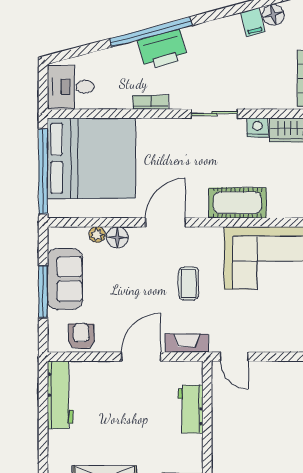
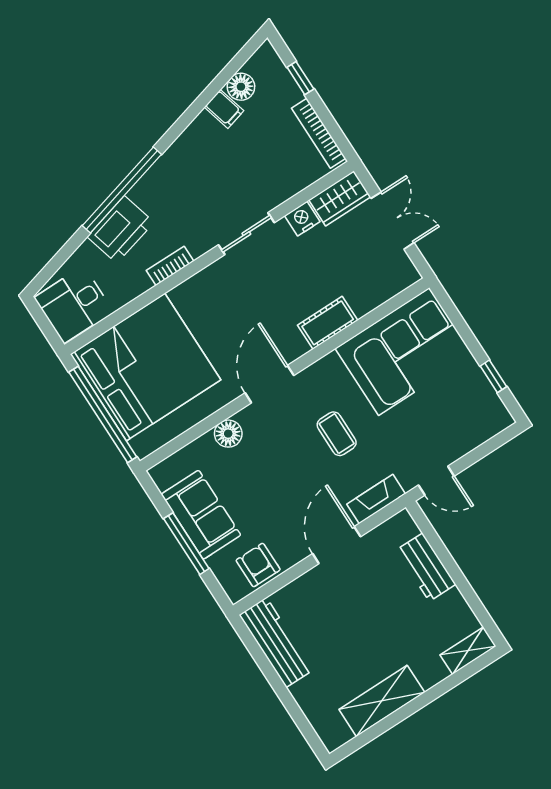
printer: (163, 50) -> (121, 230), moved
cot: (237, 203) -> (328, 323), width x0.73, depth x0.75
plant: (97, 235) -> (204, 445), removed

